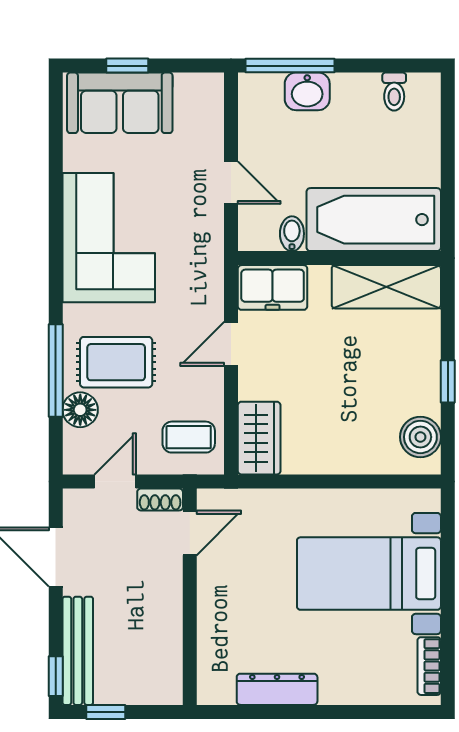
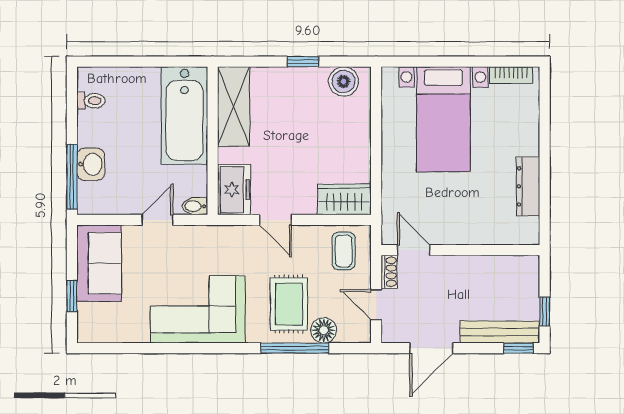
sofa: (120, 103) -> (99, 263), moved
bidet: (292, 234) -> (195, 206), moved

